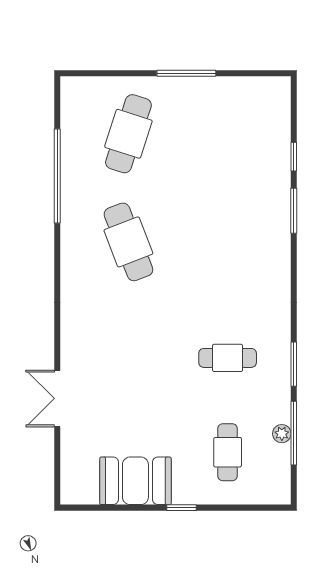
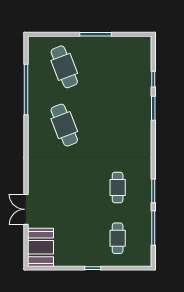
cafe table: (128, 134) -> (64, 67), turned -39
cafe table: (228, 358) -> (118, 188), turned 90
plant: (282, 434) -> (147, 228), removed
booth: (135, 481) -> (40, 247), moved, turned 90

